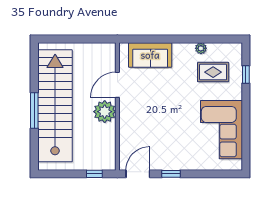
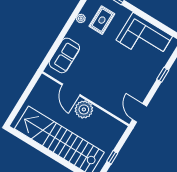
window: (34, 110) -> (54, 156), removed
window: (94, 174) -> (112, 157), moved
window: (171, 174) -> (163, 75), moved

